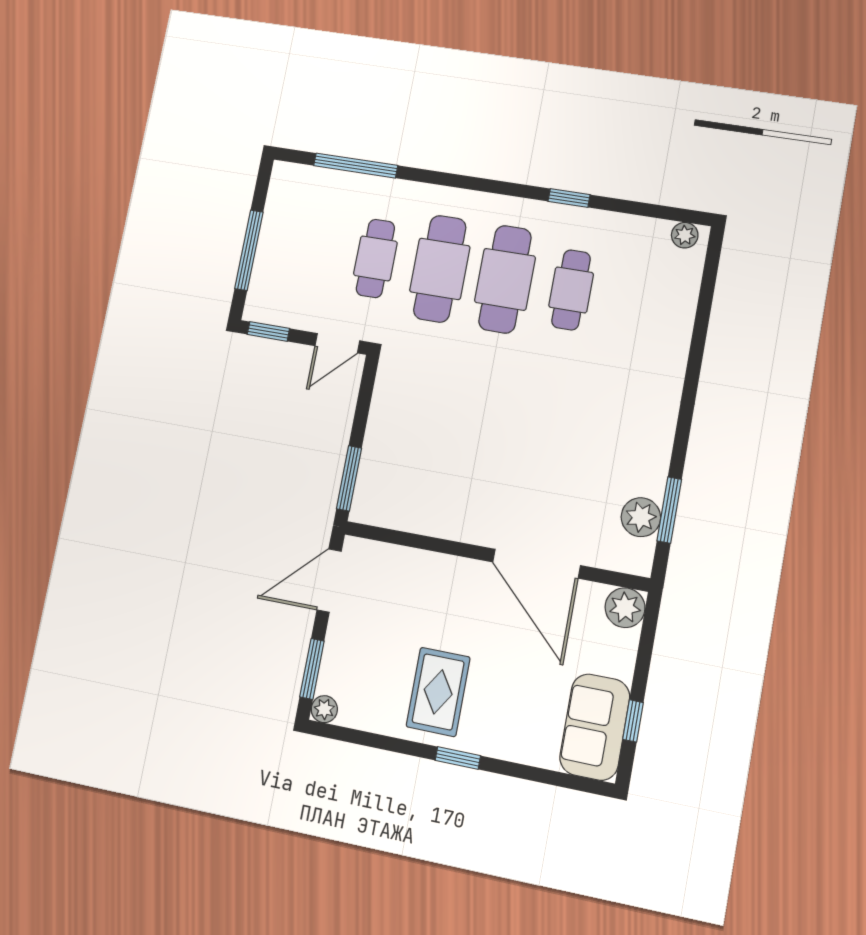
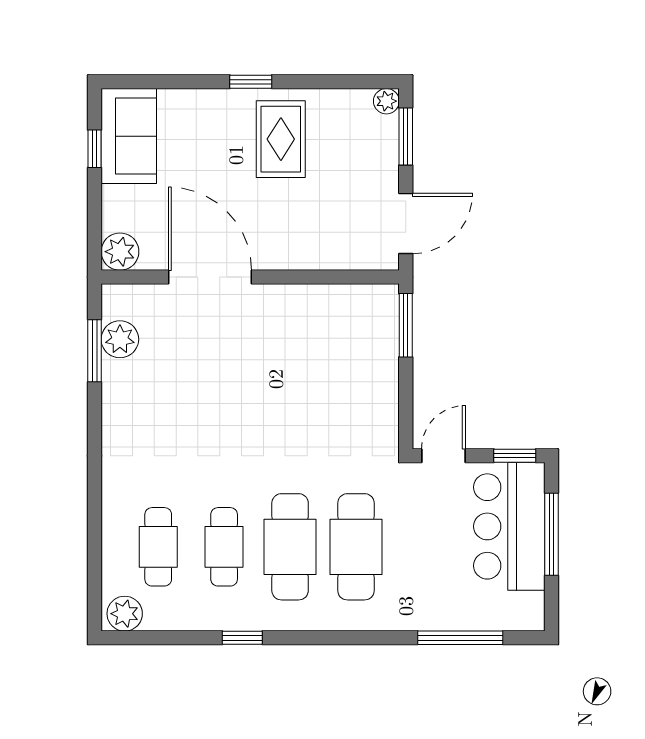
plant: (685, 235) -> (125, 614), width x1.38, depth x1.38
cafe table: (375, 258) -> (158, 547), moved
bar counter: (287, 264) -> (509, 526), added

